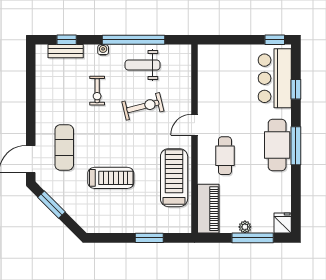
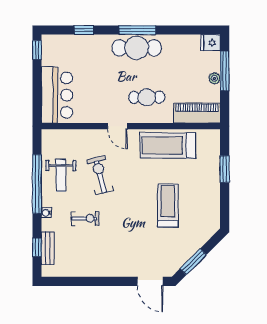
bar counter: (275, 78) -> (57, 95), moved, turned -90
exercise mat: (64, 147) -> (139, 250), removed

